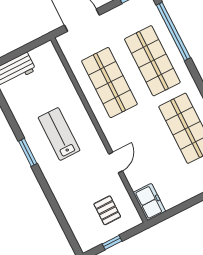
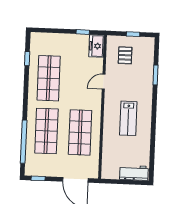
window: (28, 152) -> (155, 75), moved
window: (176, 210) -> (83, 32), added

